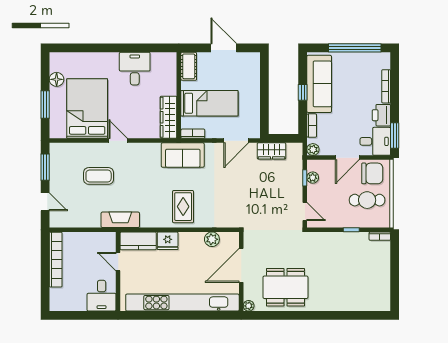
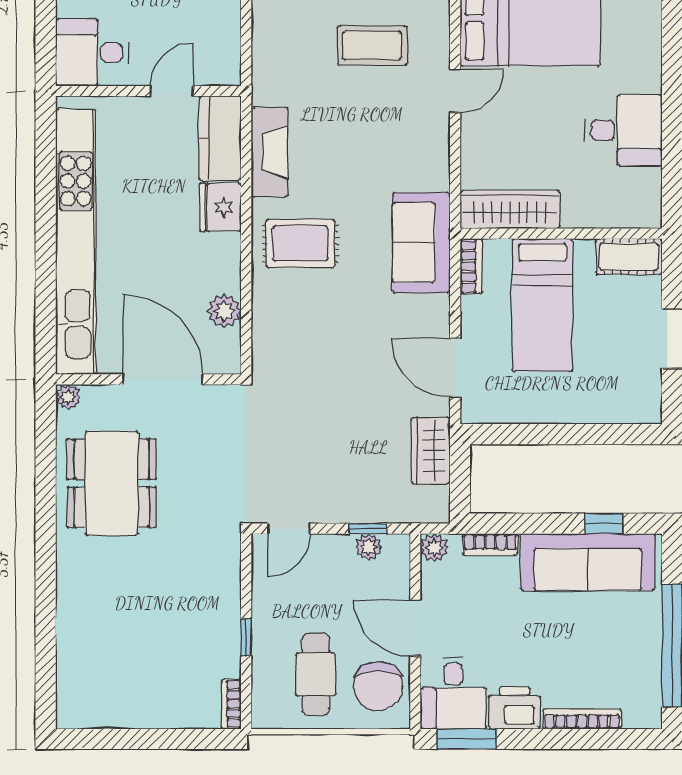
window: (303, 92) -> (604, 524), moved
coffee table: (99, 176) -> (372, 45), turned 90
fireplace: (120, 220) -> (270, 152), moved

